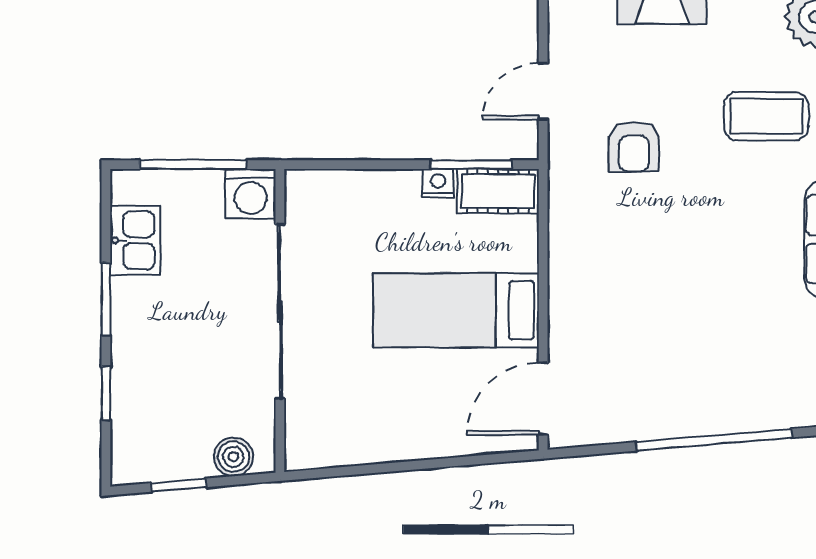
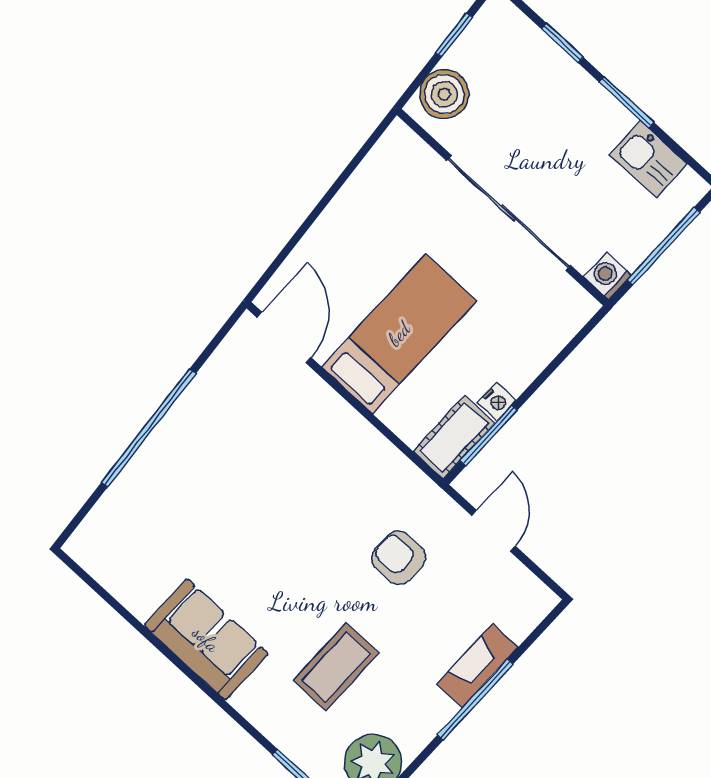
washing machine: (251, 194) -> (608, 276), width x0.73, depth x0.73
boiler: (233, 457) -> (444, 94), width x1.36, depth x1.36

